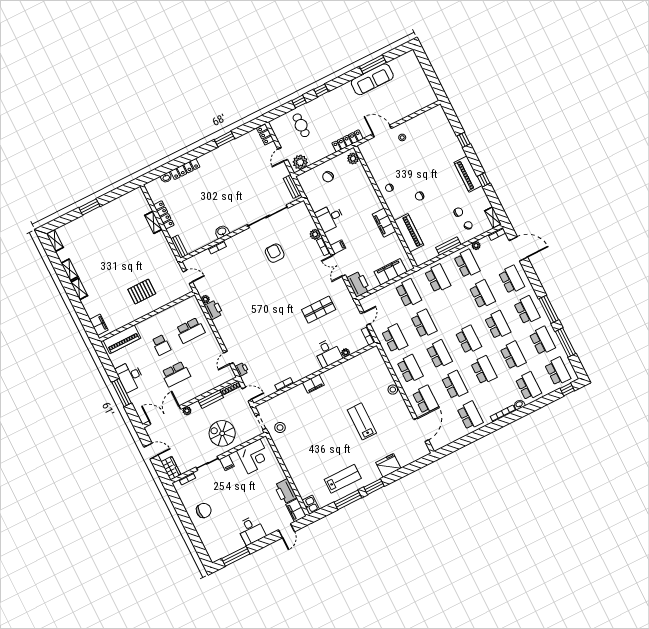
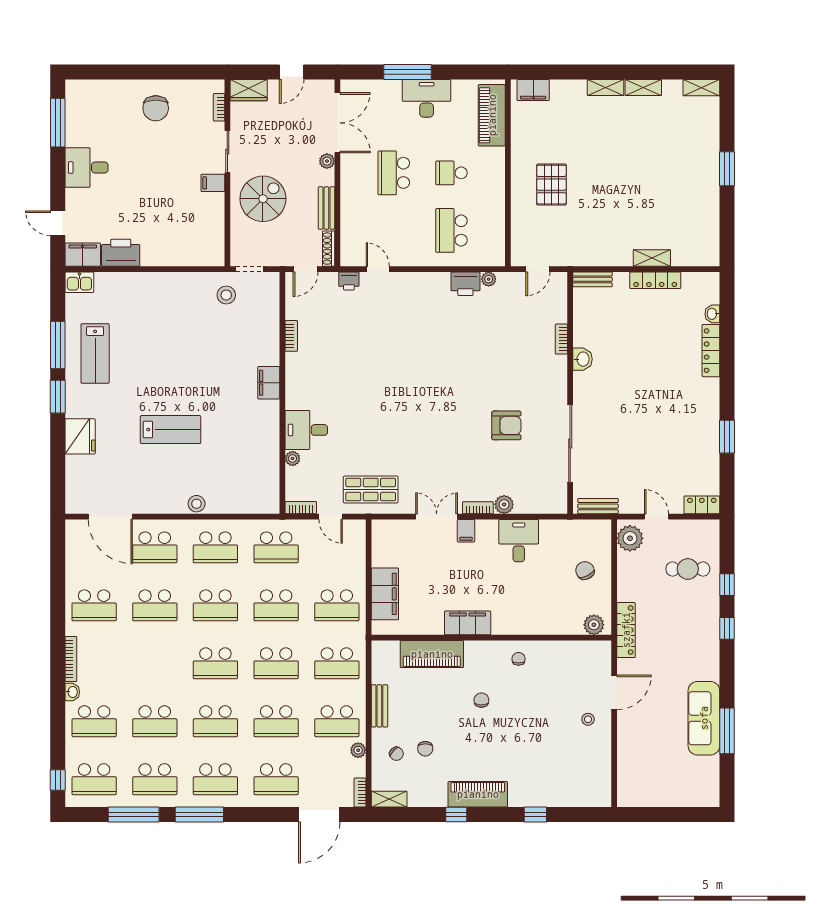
printer: (358, 284) -> (391, 533), removed
shop shelf: (319, 310) -> (371, 490), moved, turned 90
school desk: (484, 370) -> (276, 663), moved
corner desk: (254, 456) -> (201, 231), removed

